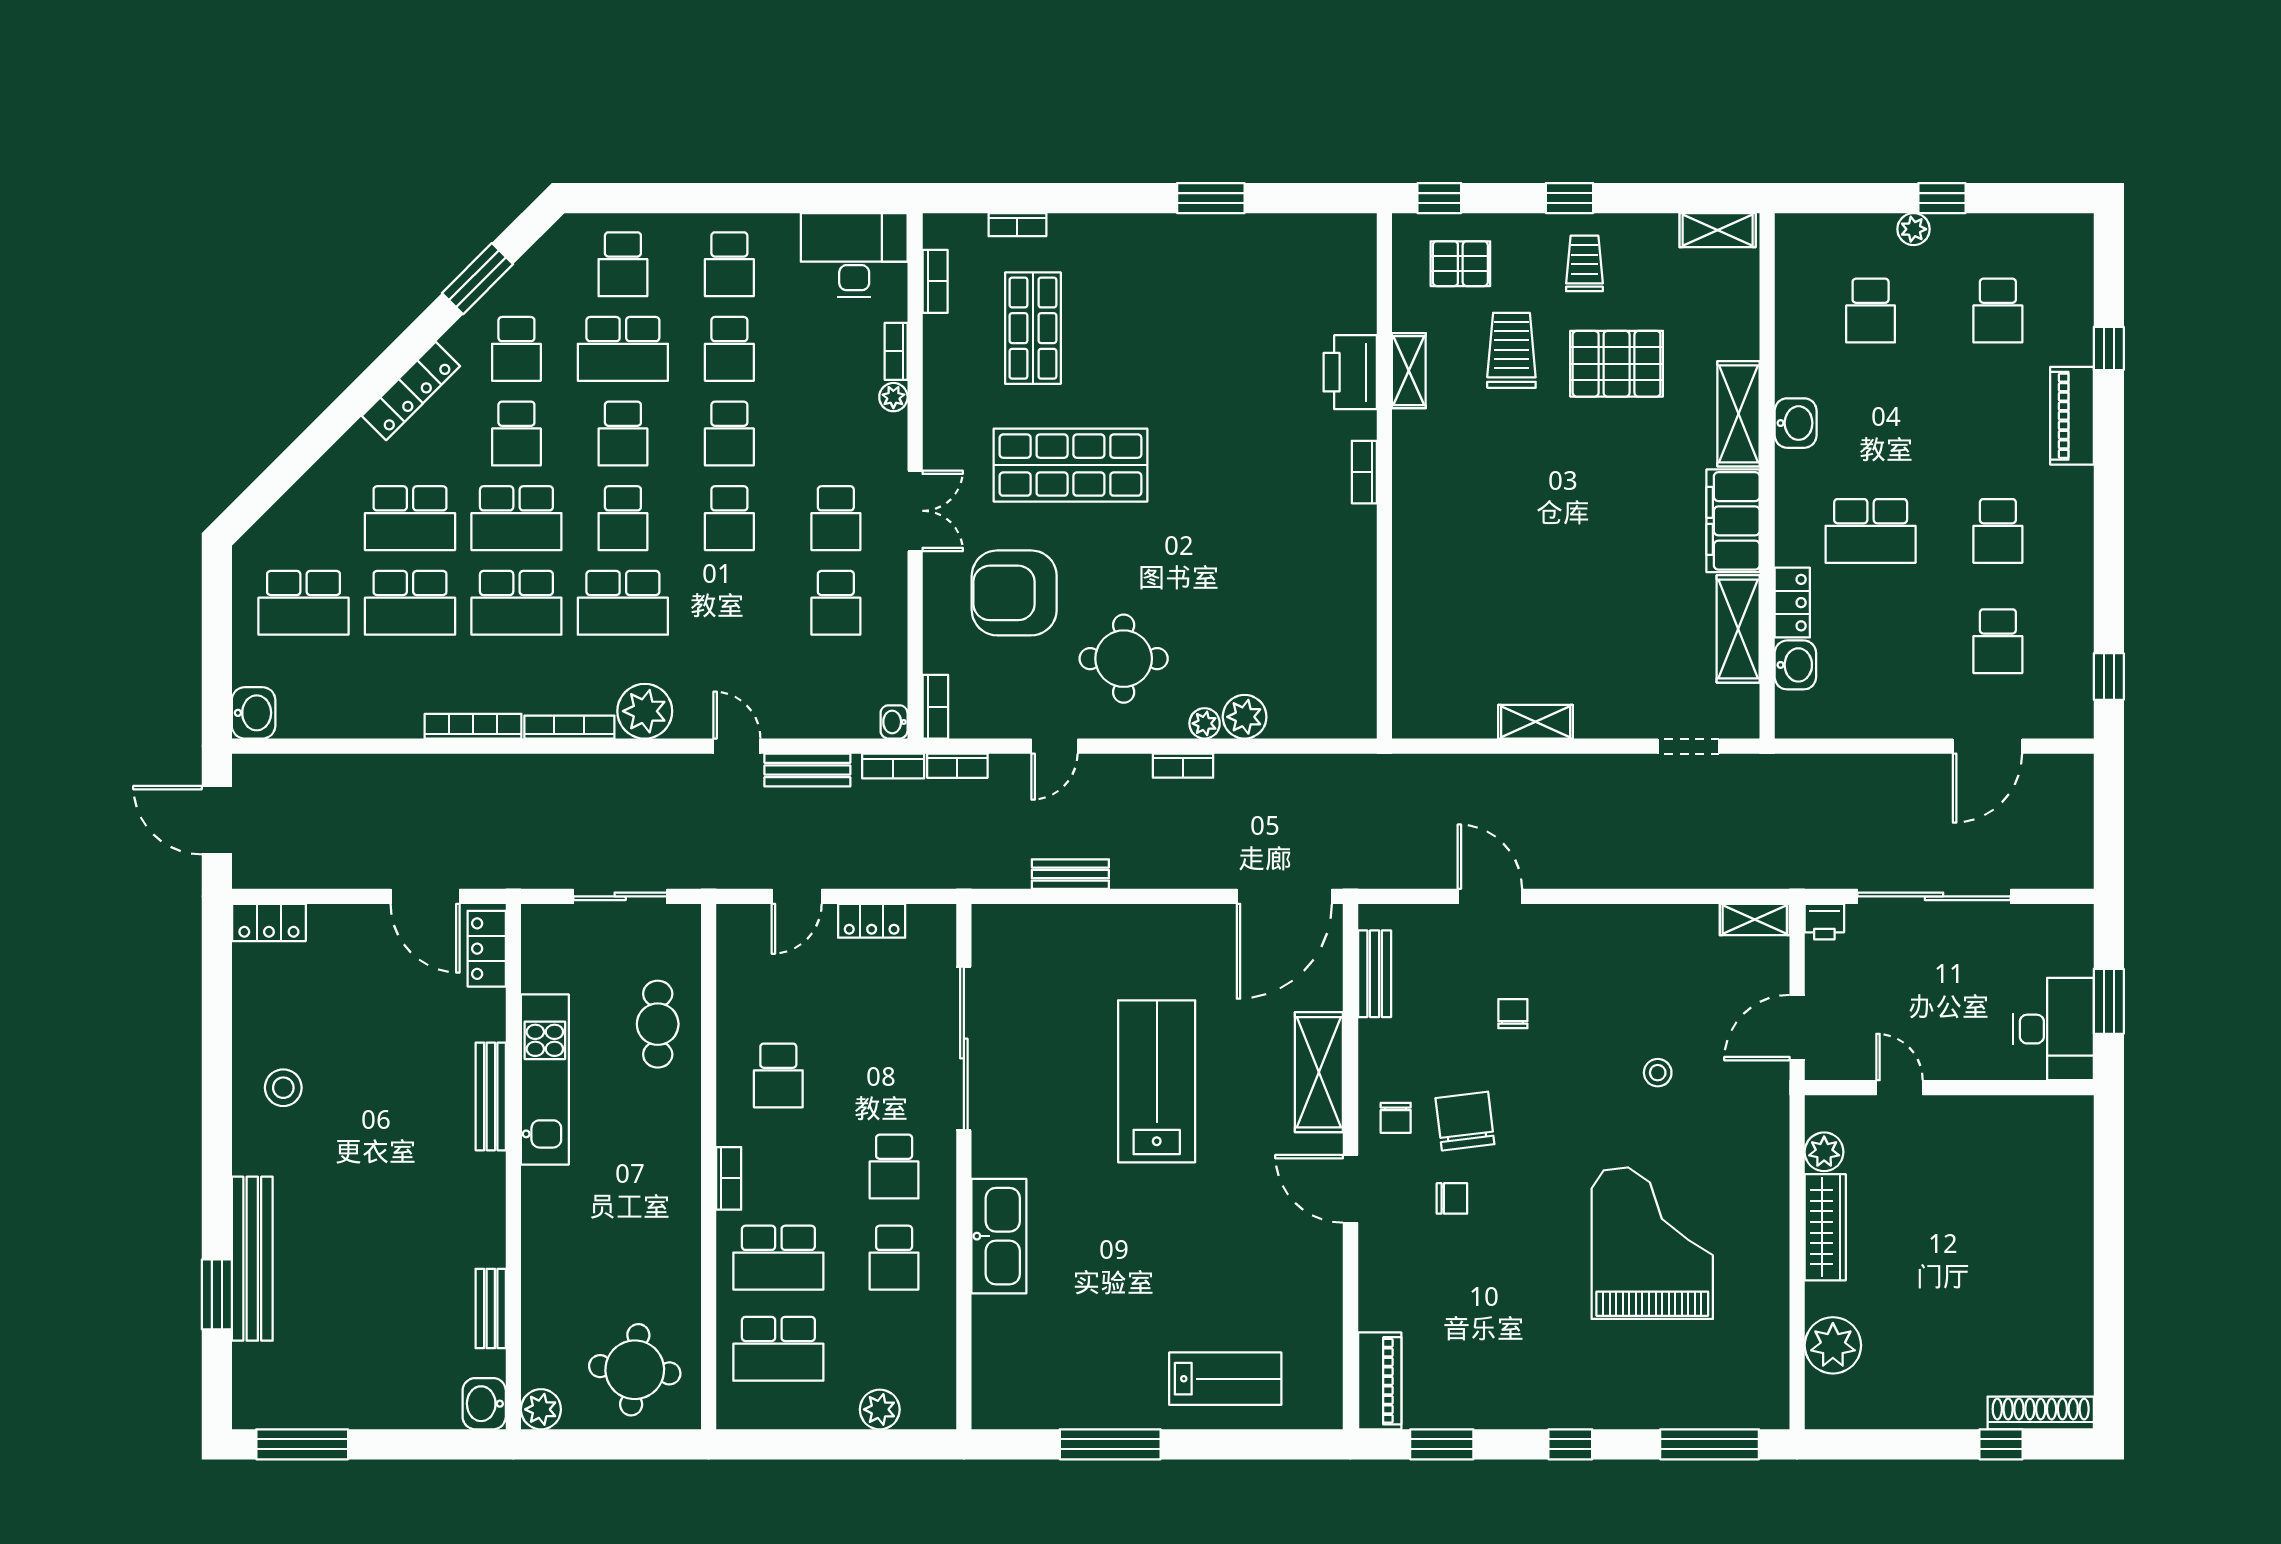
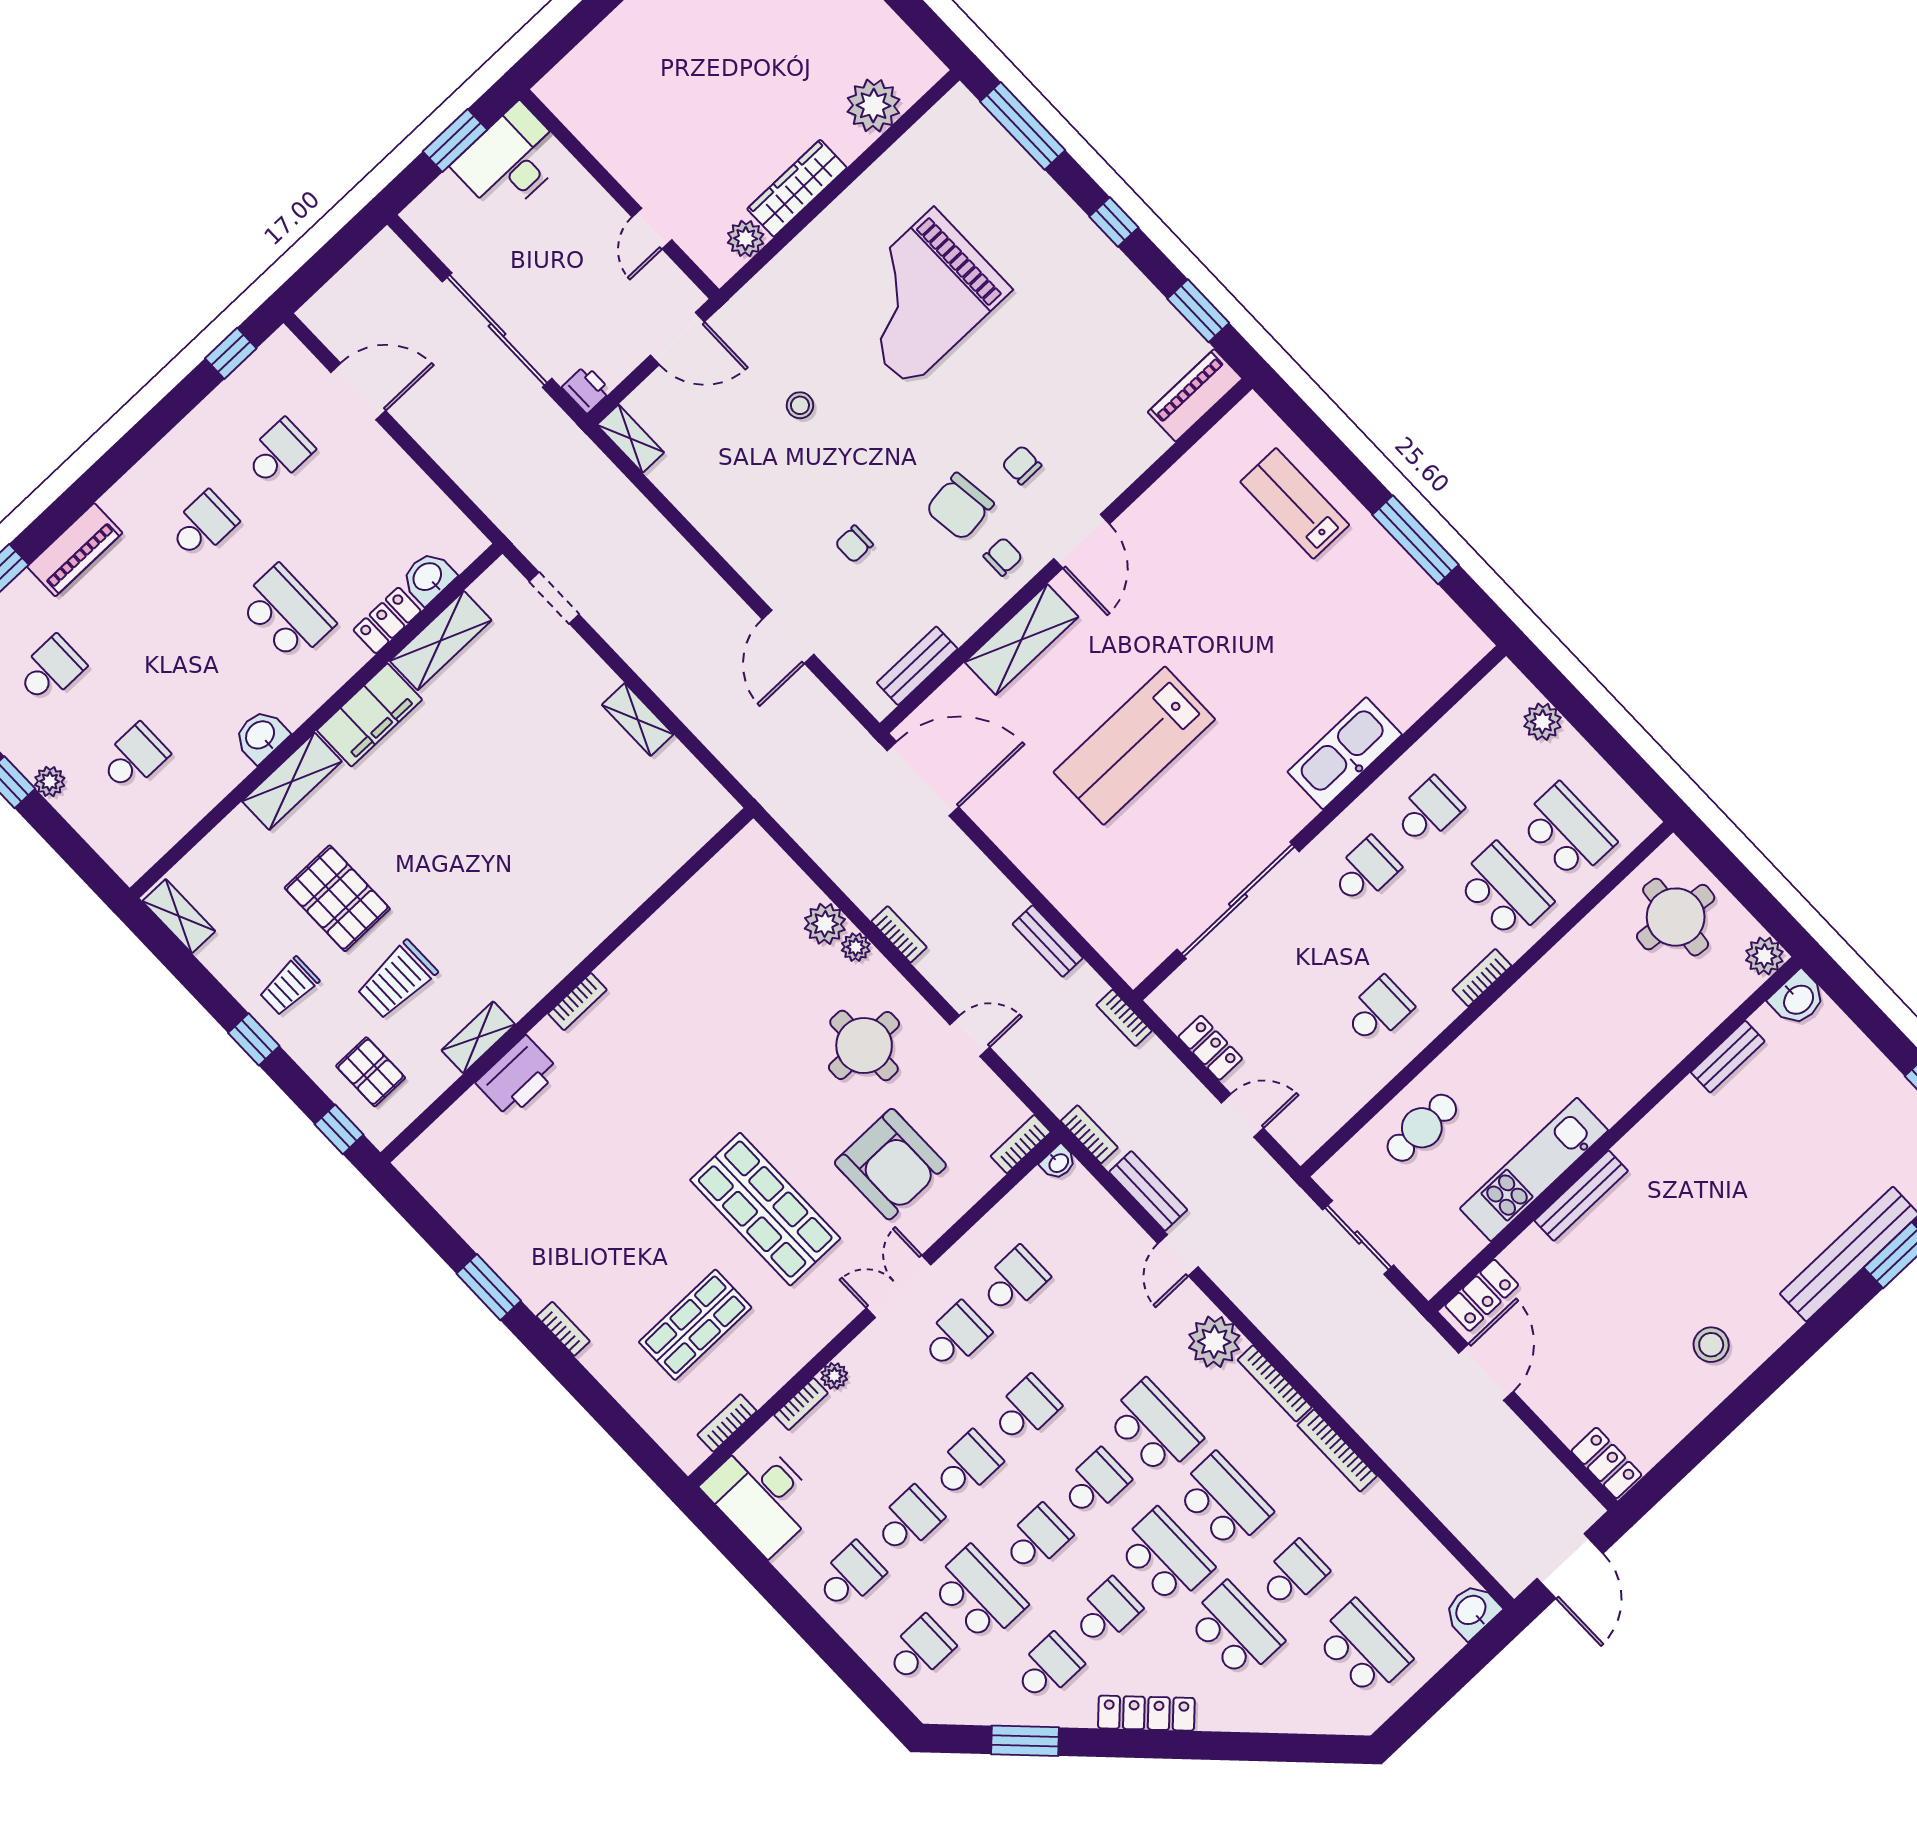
bookcase: (1017, 225) -> (563, 1329), moved
school desk: (410, 603) -> (1293, 1575), width x0.54
bookcase: (957, 766) -> (1124, 1018), moved, turned 180

